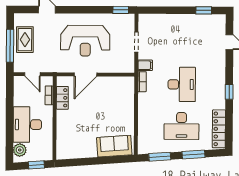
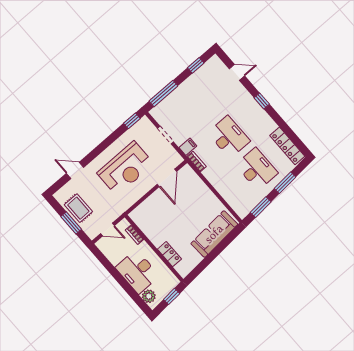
window: (162, 10) -> (163, 94), added
window: (10, 46) -> (71, 223), width x0.69
door: (85, 74) -> (167, 178), moved
window: (229, 92) -> (262, 101), moved
locker: (62, 98) -> (169, 254), moved
desk: (181, 126) -> (257, 169), turned -90
sofa: (114, 146) -> (214, 234), width x1.36

